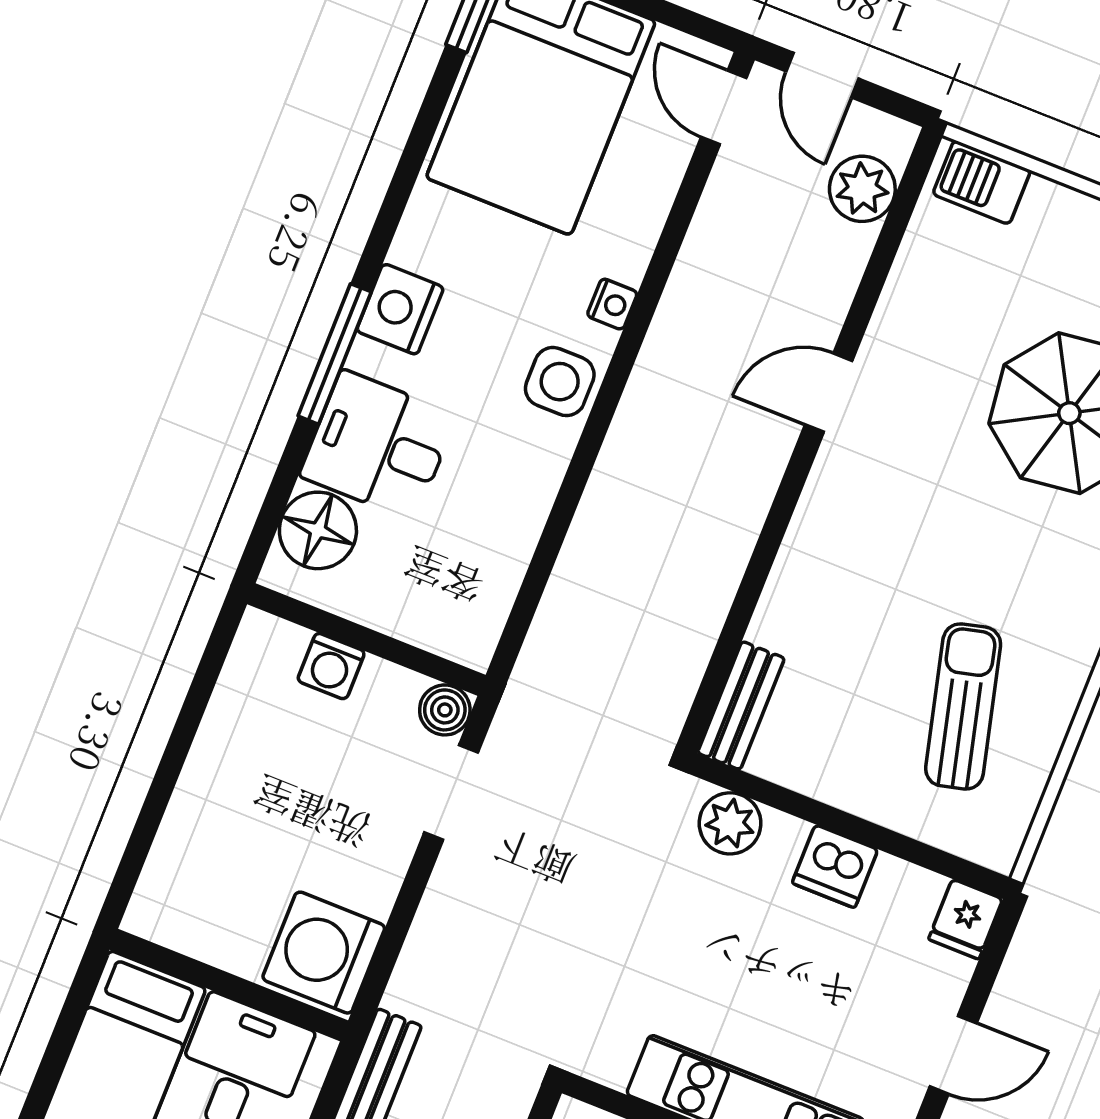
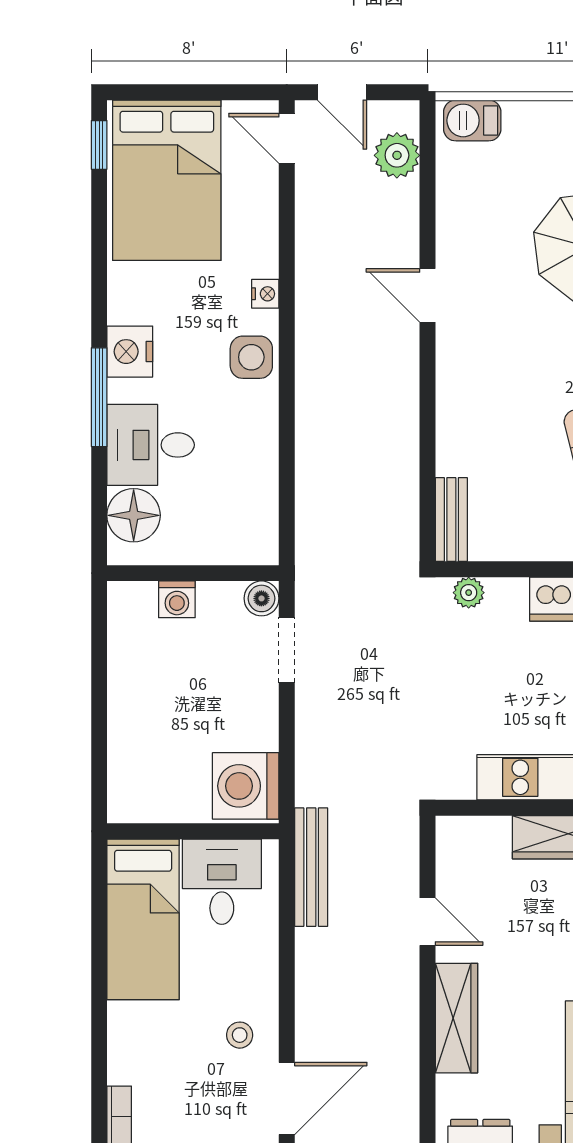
door: (829, 393) -> (428, 295), hinge flipped
plant: (730, 823) -> (469, 593), width x0.73, depth x0.73

